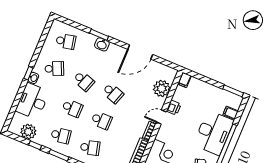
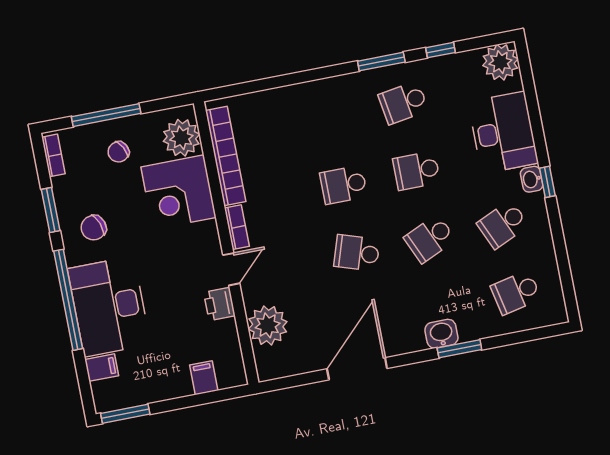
filing cabinet: (184, 80) -> (204, 378), moved
school desk: (84, 81) -> (430, 239), turned -42
plant: (28, 132) -> (500, 62), moved
school desk: (90, 148) -> (330, 117), removed

